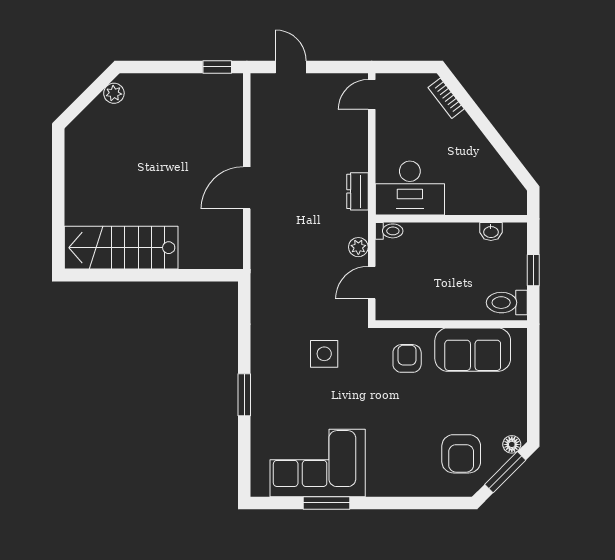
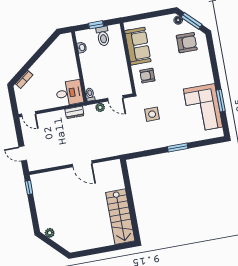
door: (291, 67) -> (23, 154), hinge flipped
desk: (410, 188) -> (69, 93), width x0.73
toilet: (507, 303) -> (103, 36), moved

